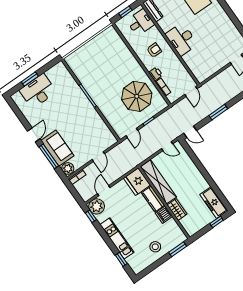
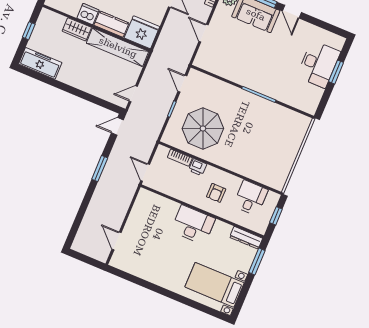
desk: (140, 22) -> (251, 198), moved, turned 180
window: (217, 222) -> (29, 31), moved

